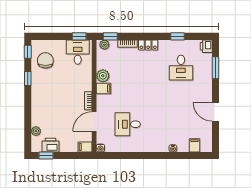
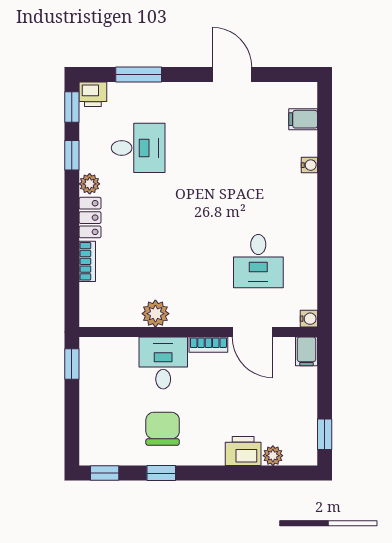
window: (110, 36) -> (72, 107), moved
plant: (104, 45) -> (90, 184), moved
desk: (78, 52) -> (163, 363), moved, turned 90
chair: (45, 60) -> (163, 429), moved, turned 90
filing cabinet: (104, 88) -> (182, 312), removed
door: (216, 112) -> (232, 75), swing flipped
printer: (51, 145) -> (243, 451), moved, turned 90

